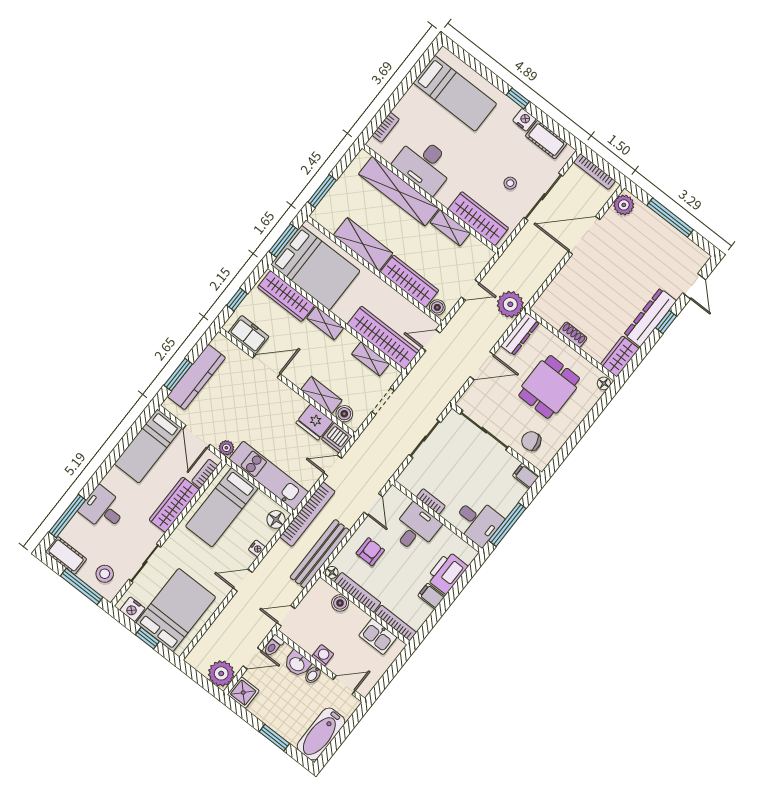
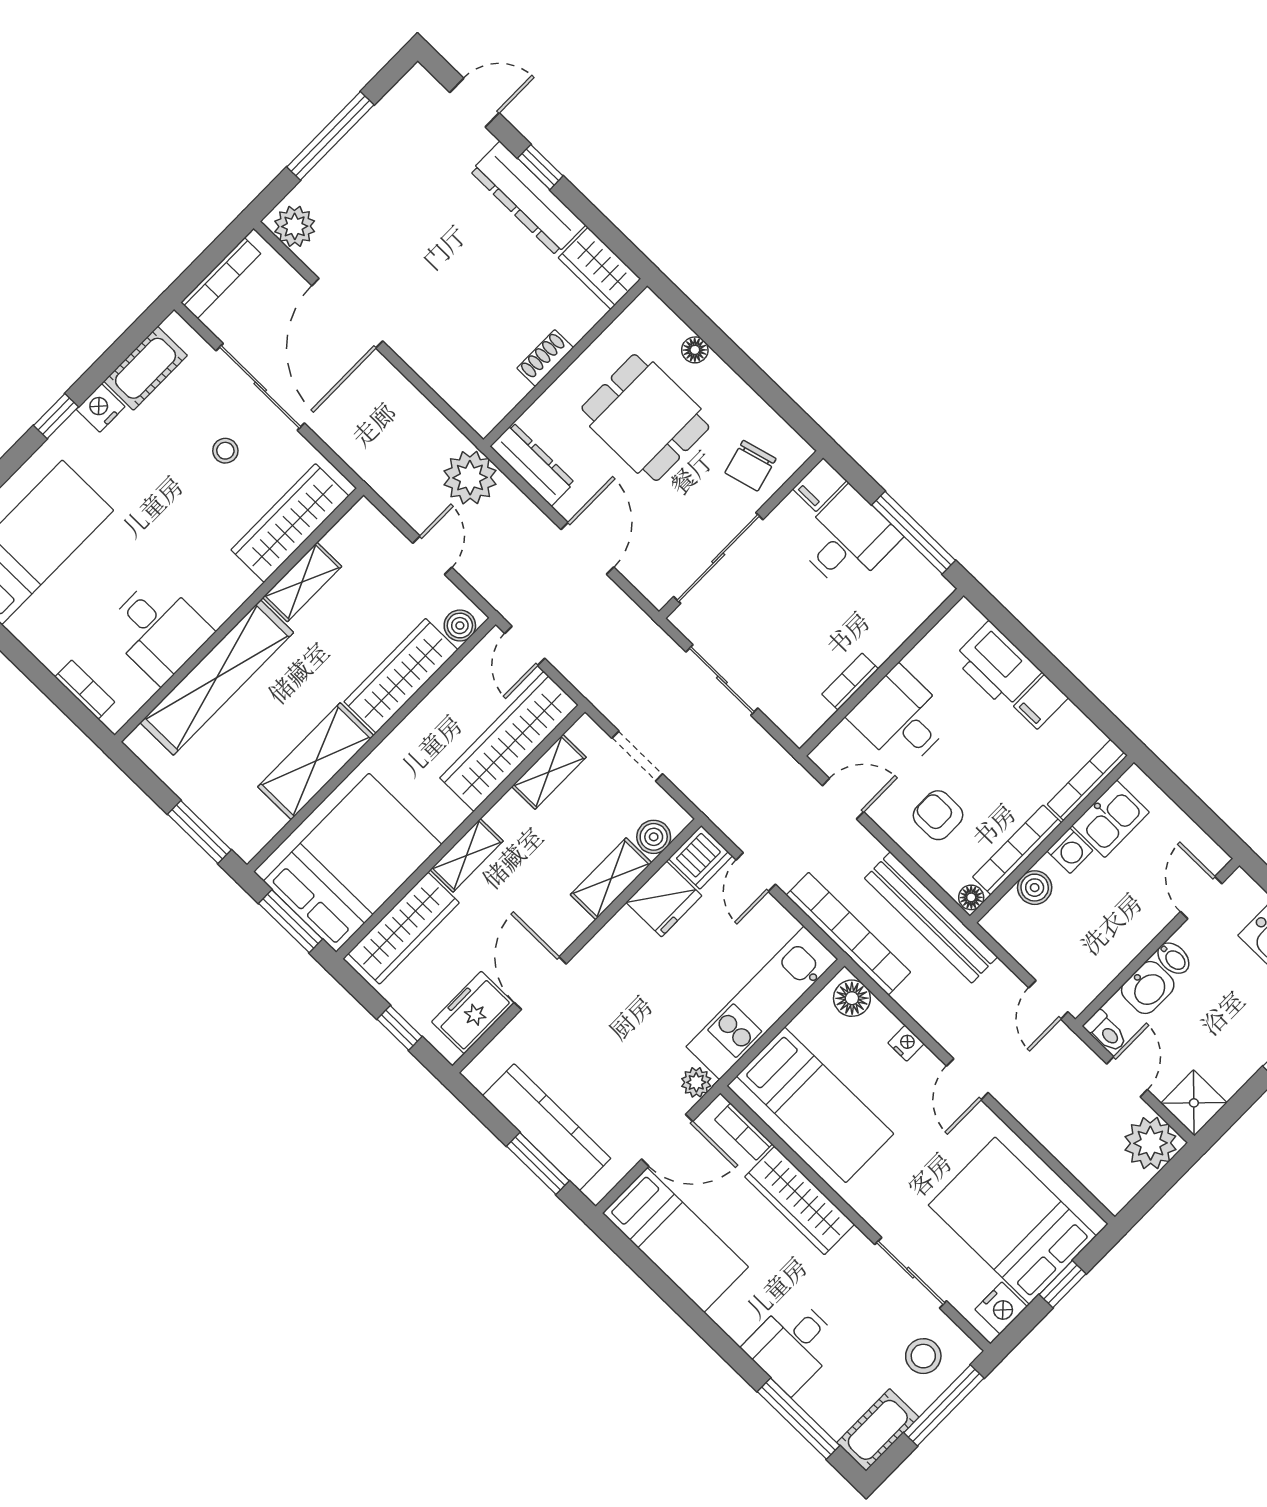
desk: (424, 164) -> (158, 630), width x0.73
floor lamp: (604, 383) -> (695, 350), moved
desk: (478, 521) -> (847, 539), moved
washing machine: (323, 655) -> (1070, 851), moved, turned 180

